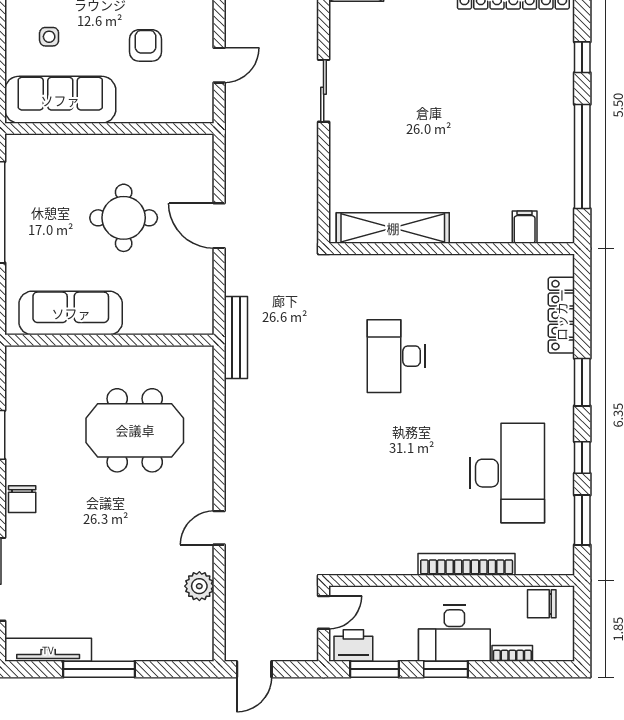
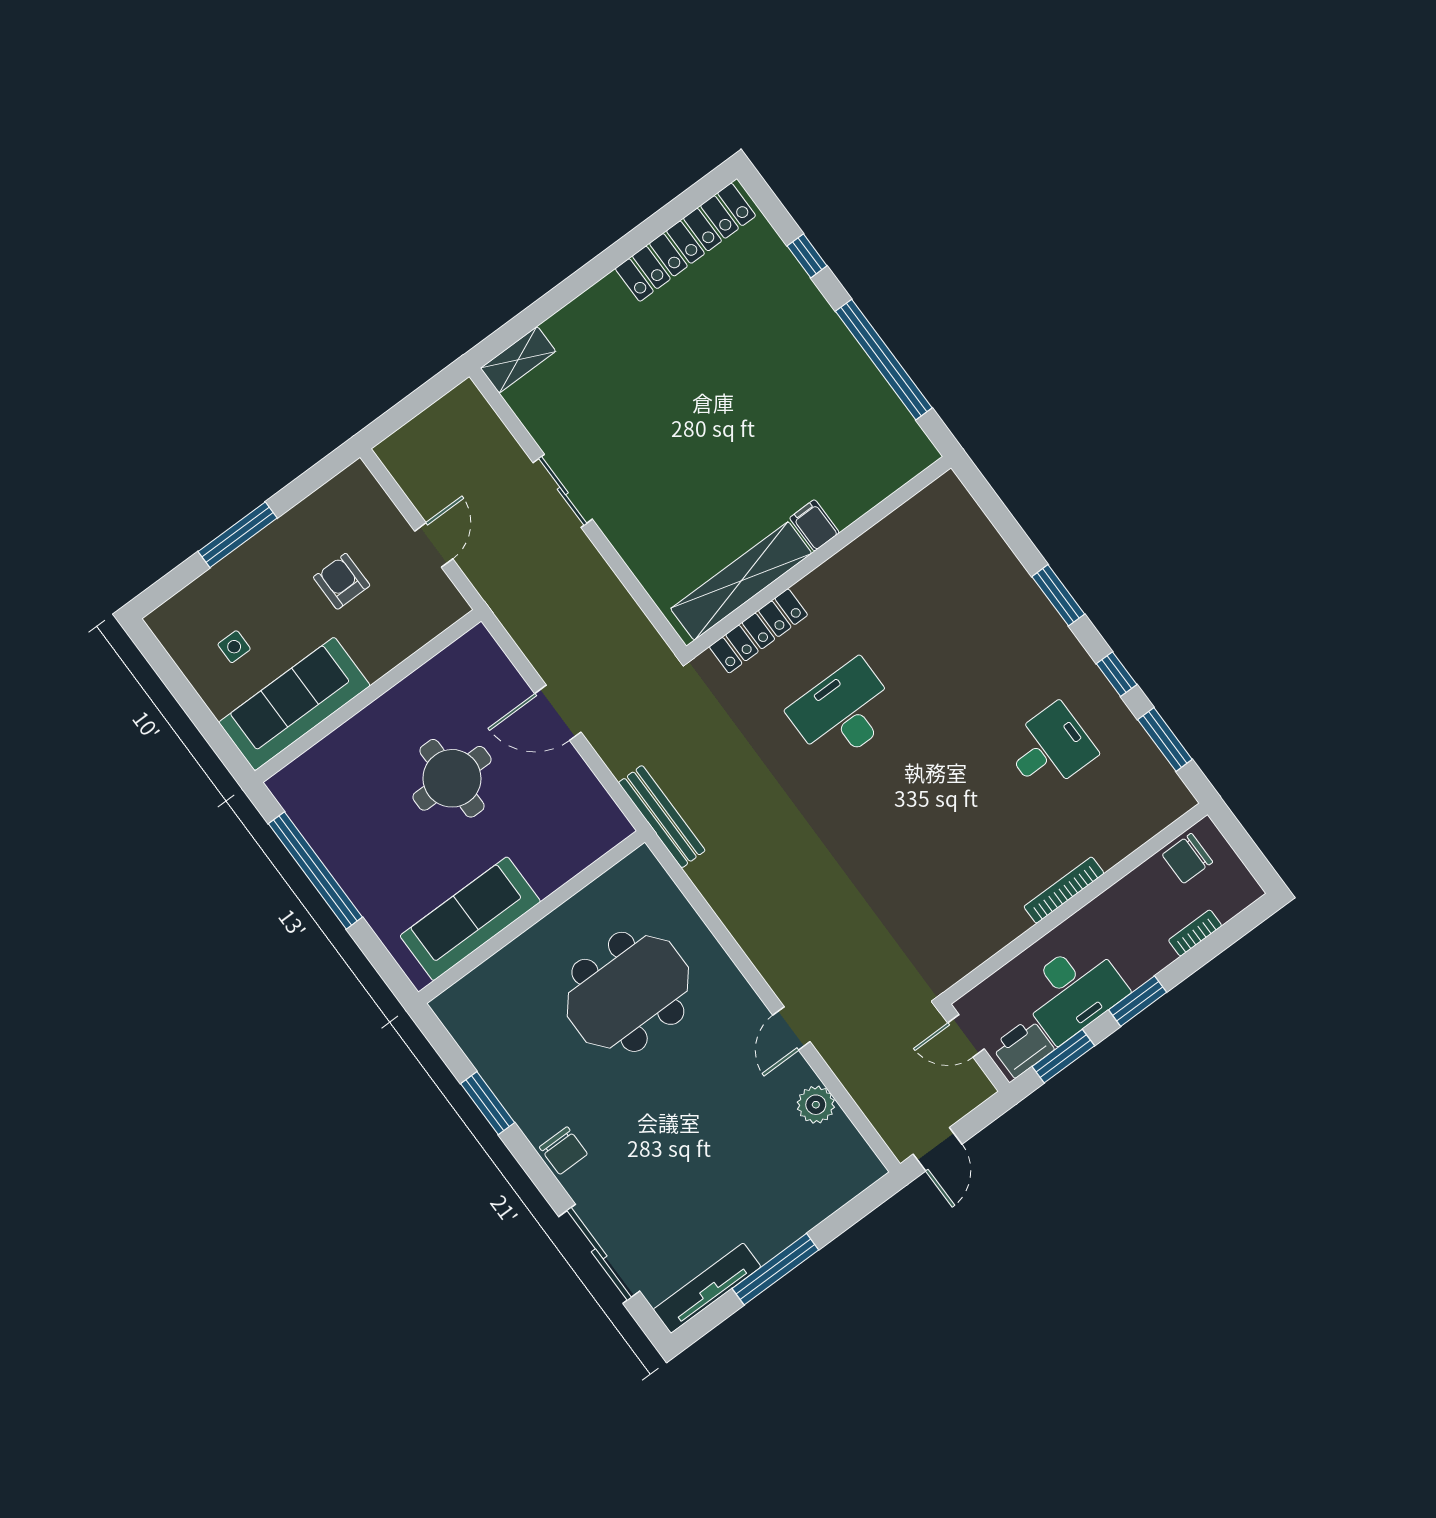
filing cabinet: (525, 227) -> (814, 525), moved
locker: (561, 315) -> (758, 631), moved, turned -90
desk: (396, 356) -> (844, 712), turned 90
desk: (507, 473) -> (1050, 748), width x0.53, depth x0.77
bookcase: (467, 564) -> (1064, 890), width x0.68, depth x0.76
door: (324, 612) -> (966, 1036), swing flipped
desk: (454, 633) -> (1073, 991), moved

